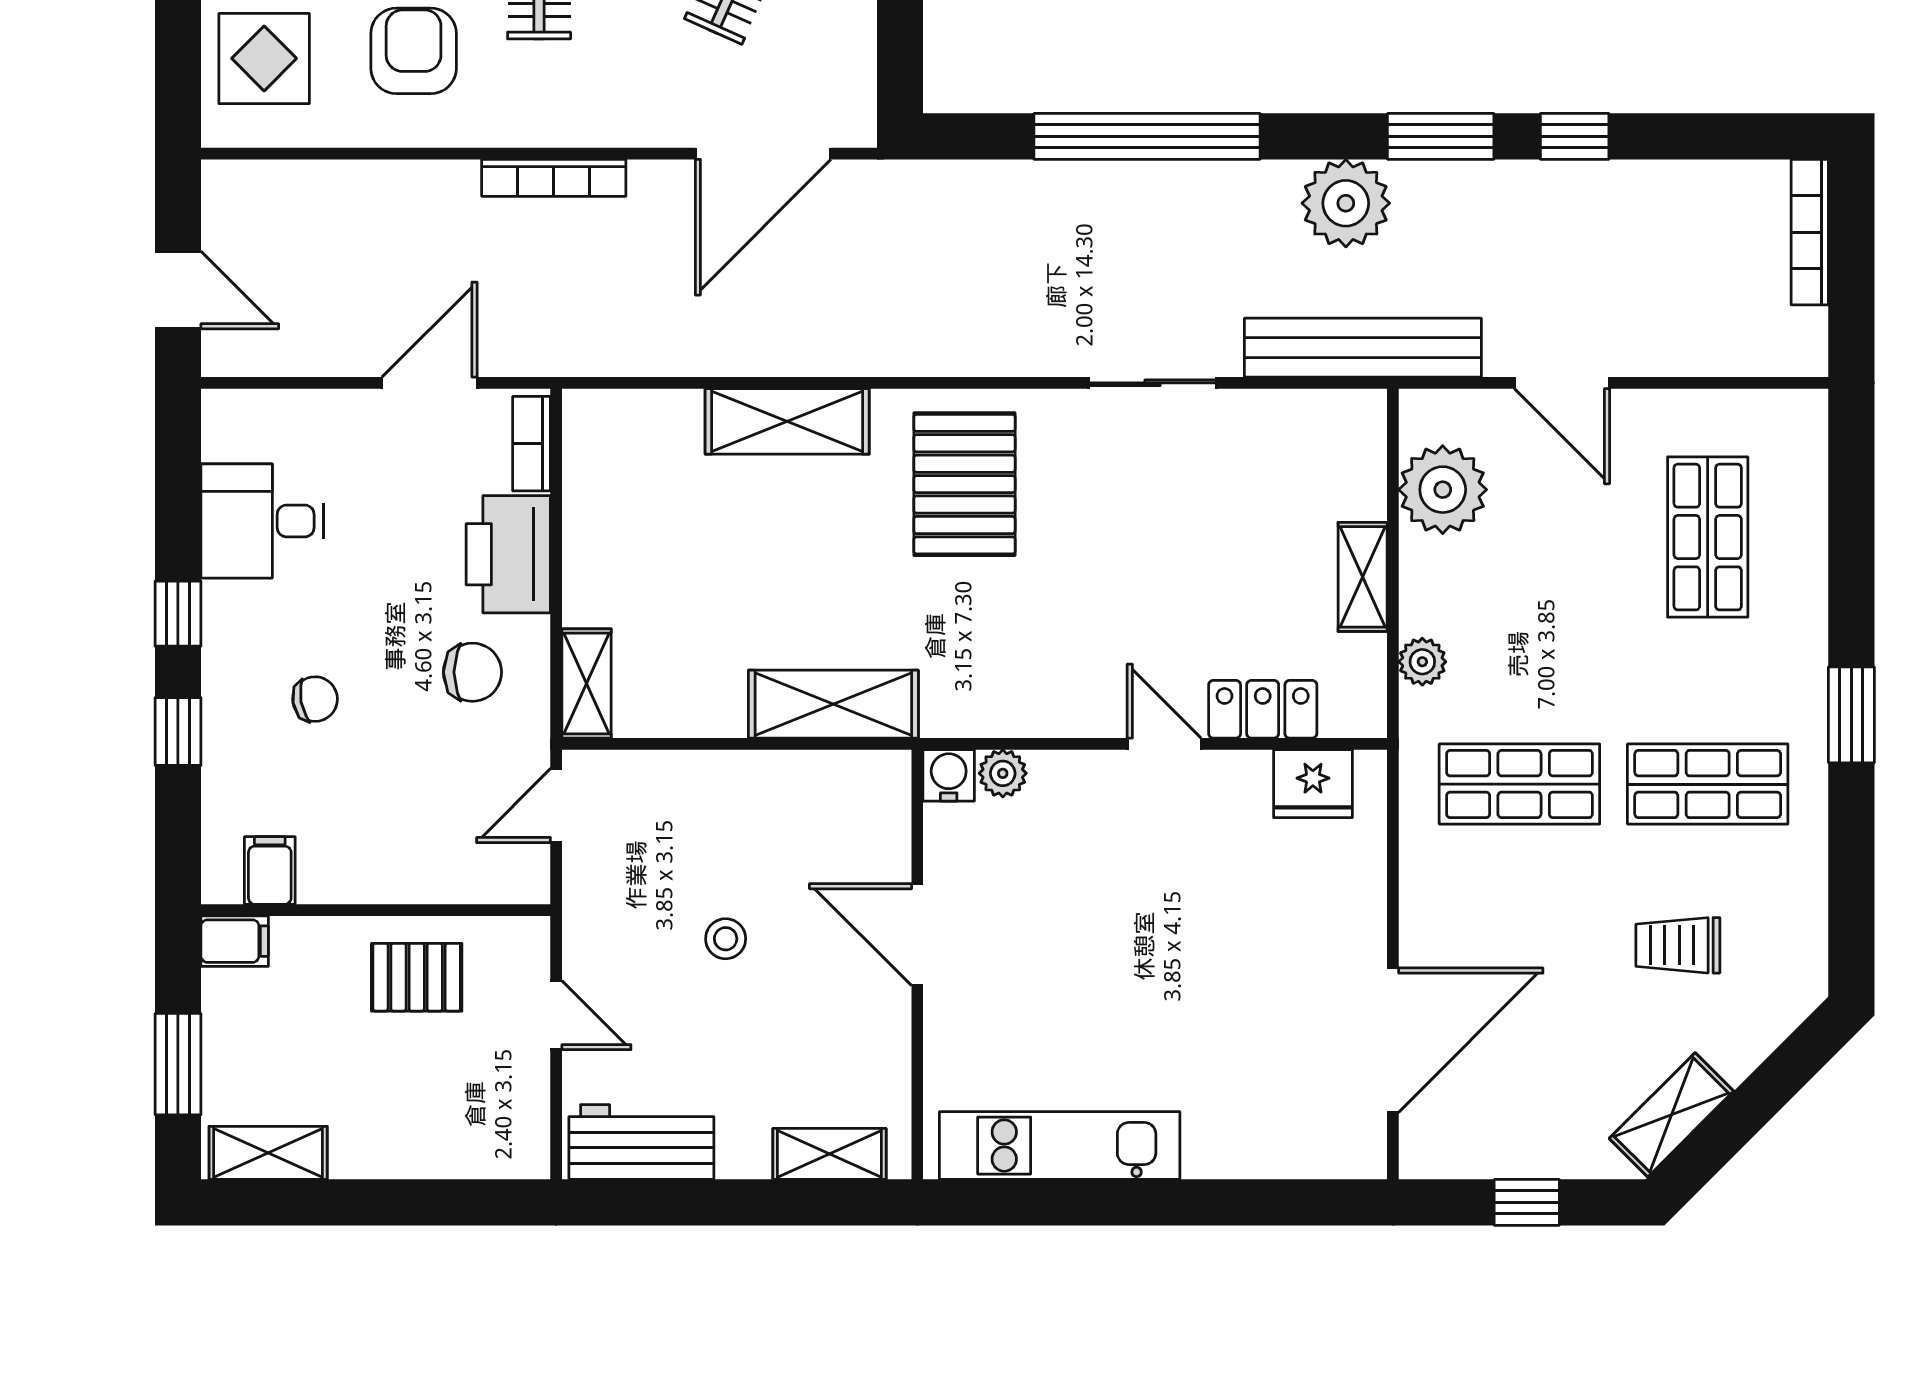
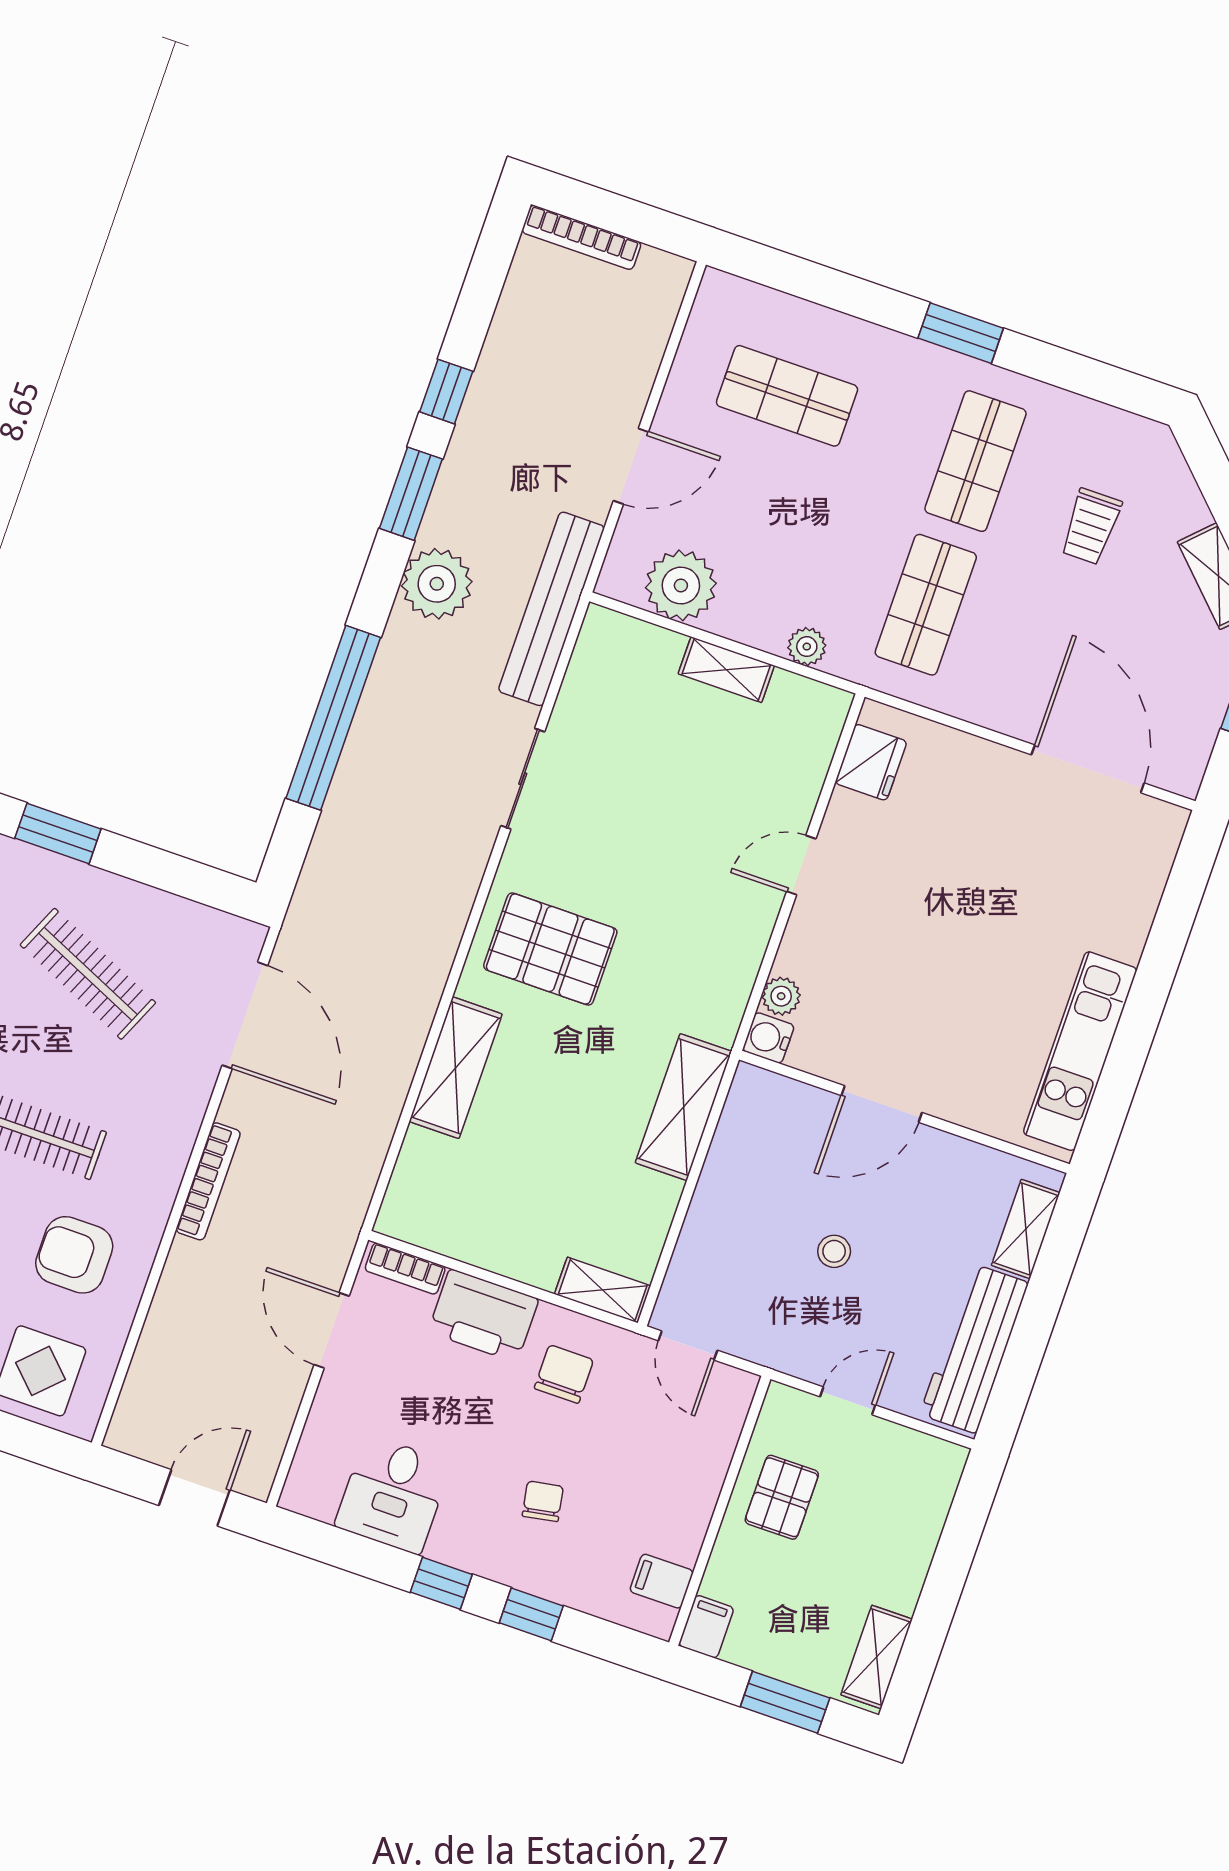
locker: (1263, 709) -> (801, 781), removed
workbench: (641, 1142) -> (974, 1349), width x1.38

